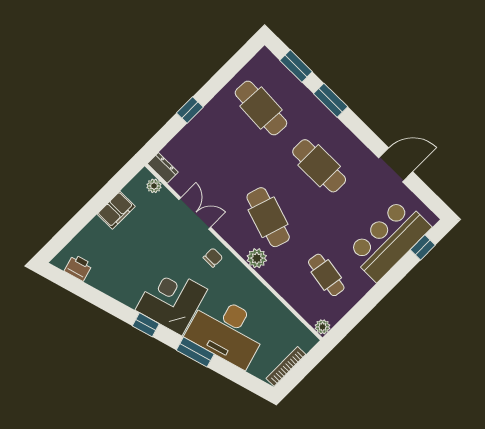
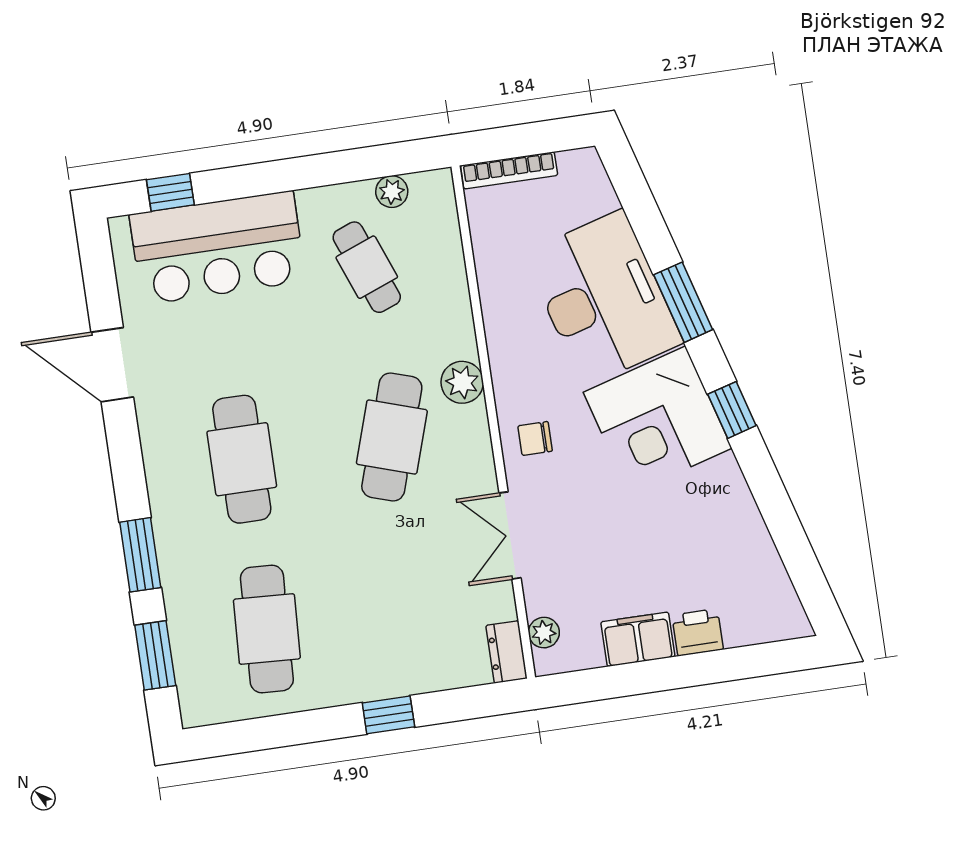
printer: (78, 268) -> (698, 632), moved, turned 106
cafe table: (326, 275) -> (367, 267), turned -30
plant: (323, 327) -> (392, 192), moved
bookcase: (286, 366) -> (509, 170), moved

